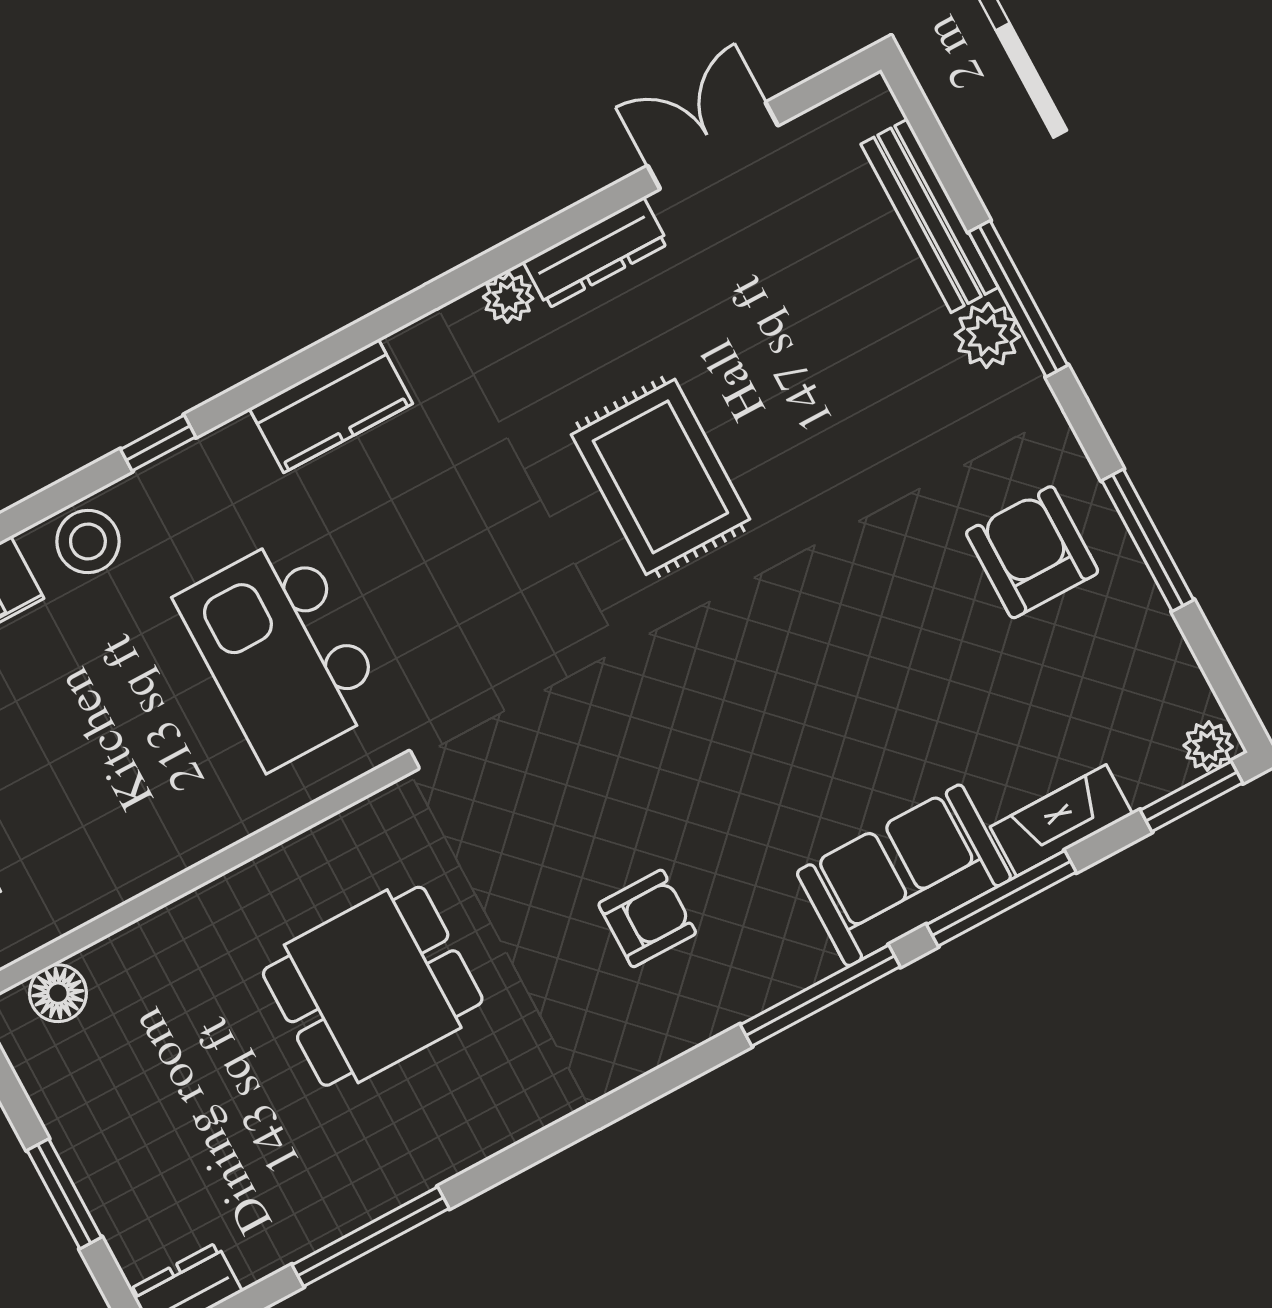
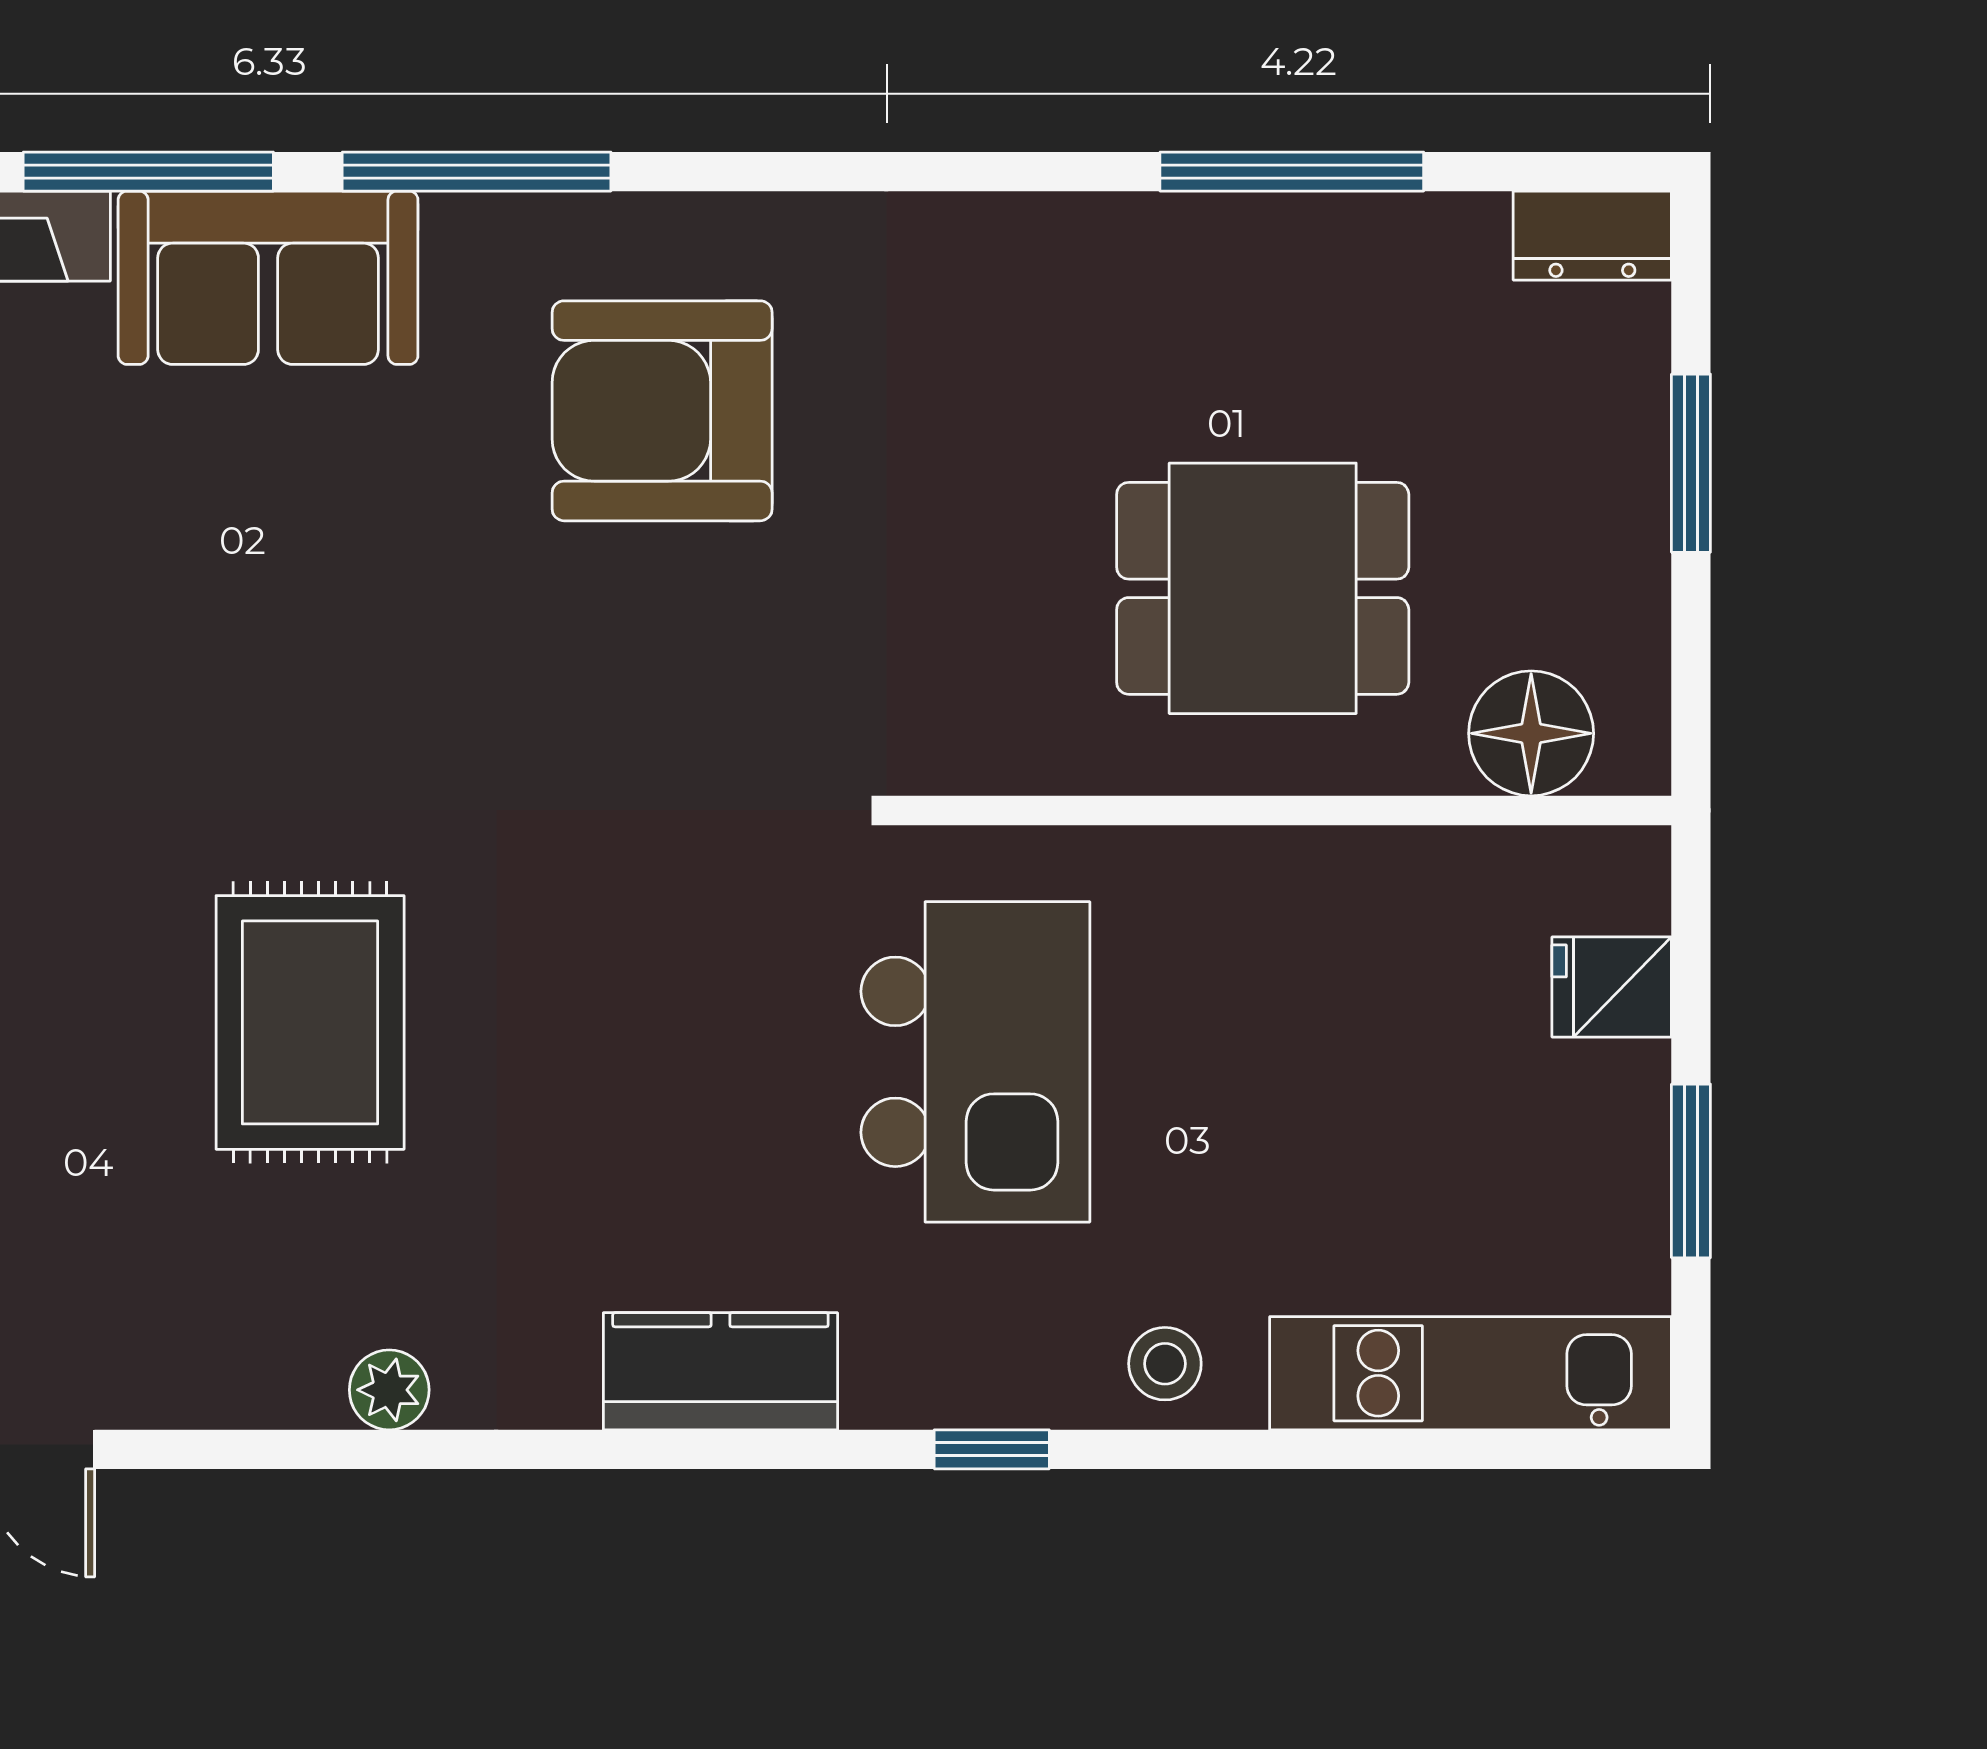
dresser: (596, 253) -> (232, 1387), removed
stool: (88, 541) -> (1165, 1364), width x0.73, depth x0.73
armchair: (647, 918) -> (662, 411), width x1.88, depth x1.88
dining table: (373, 986) -> (1263, 588), moved
floor lamp: (58, 993) -> (1531, 733), width x1.38, depth x1.38

